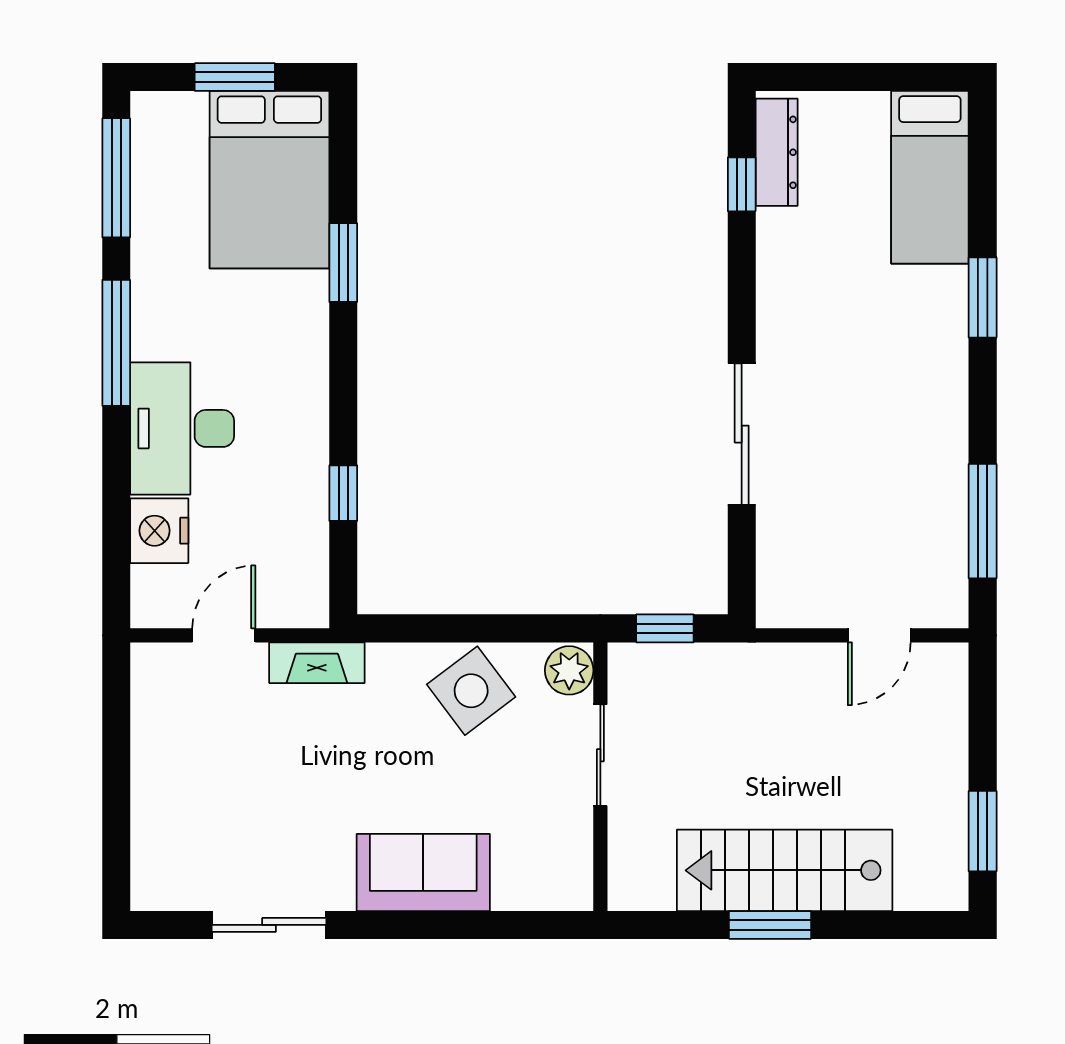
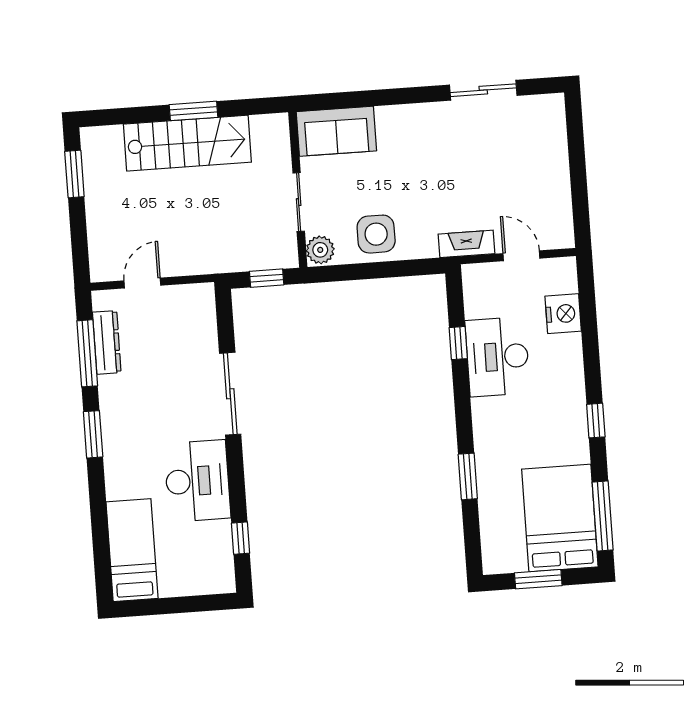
dresser: (777, 152) -> (107, 342), moved, turned 180
bed: (269, 180) -> (560, 518), moved
desk: (809, 288) -> (197, 481), added
window: (983, 297) -> (93, 434), moved
window: (116, 343) -> (596, 421), width x0.46
desk: (182, 428) -> (498, 357), moved, turned 180
door: (224, 635) -> (521, 256), swing flipped
side table: (471, 691) -> (376, 234), turned 37
sofa: (423, 872) -> (336, 131), moved

